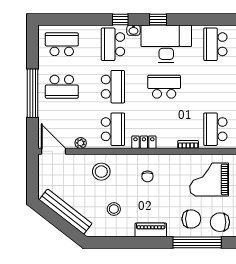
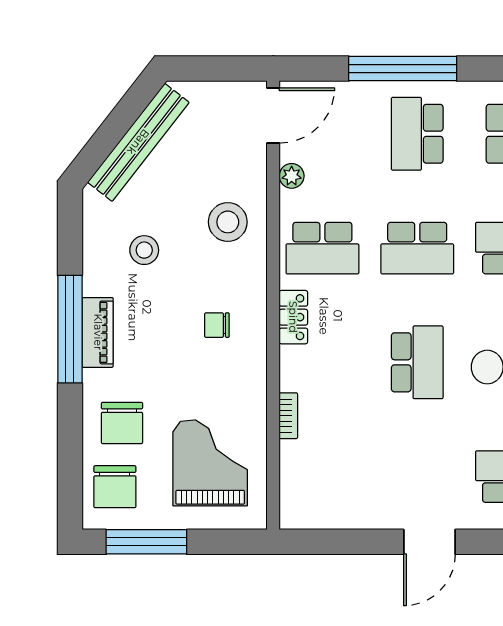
school desk: (215, 129) -> (322, 477), removed
chair: (220, 222) -> (115, 487), turned 180
window: (197, 242) -> (70, 329), moved

